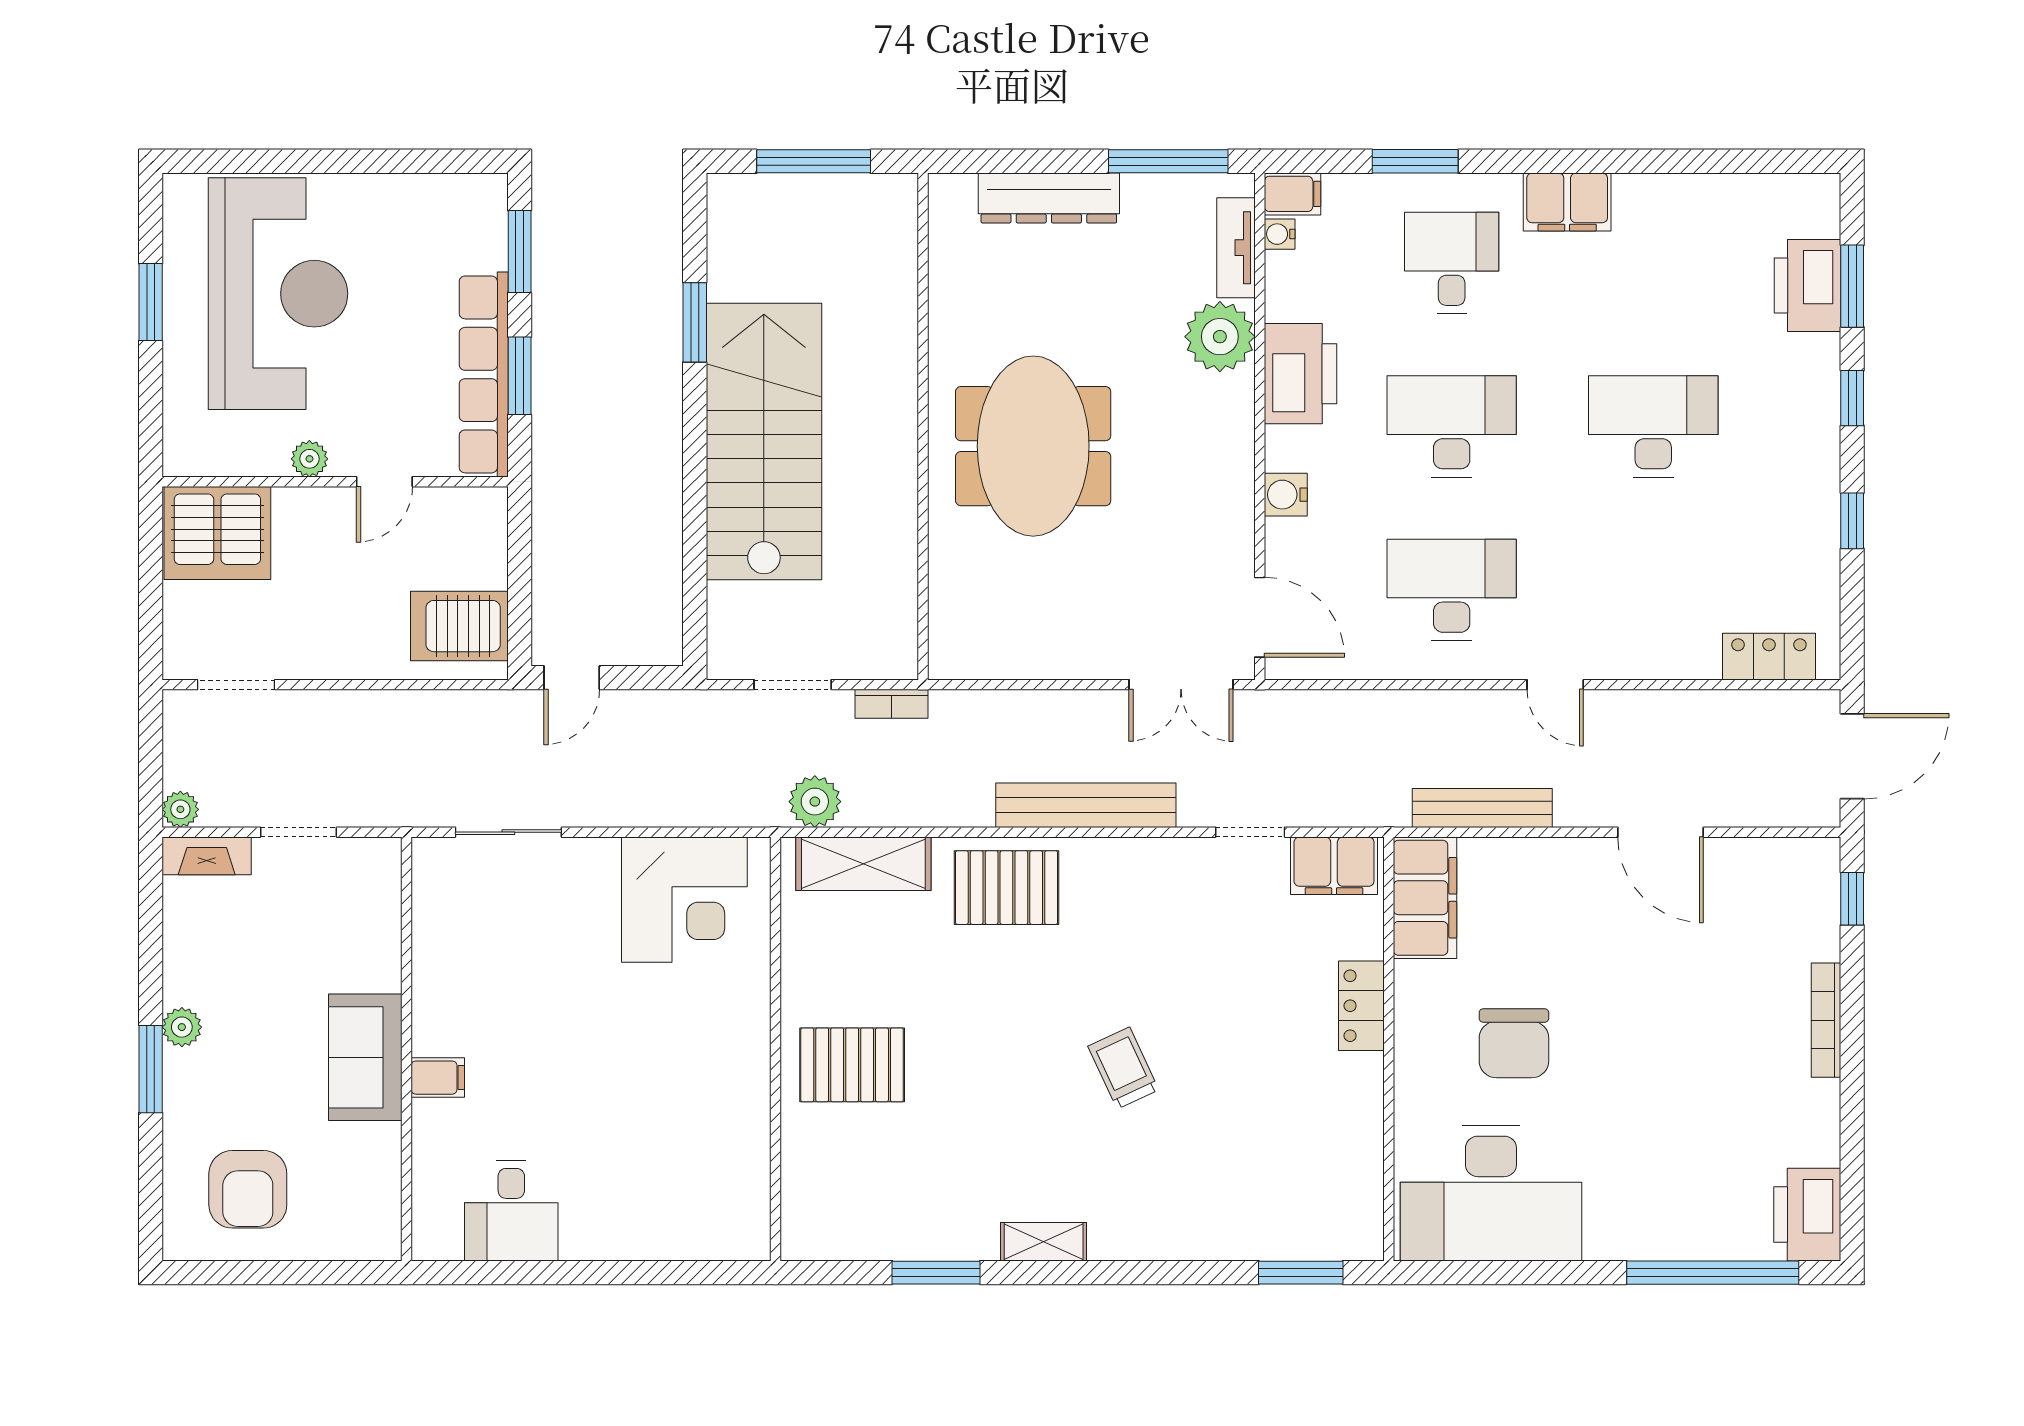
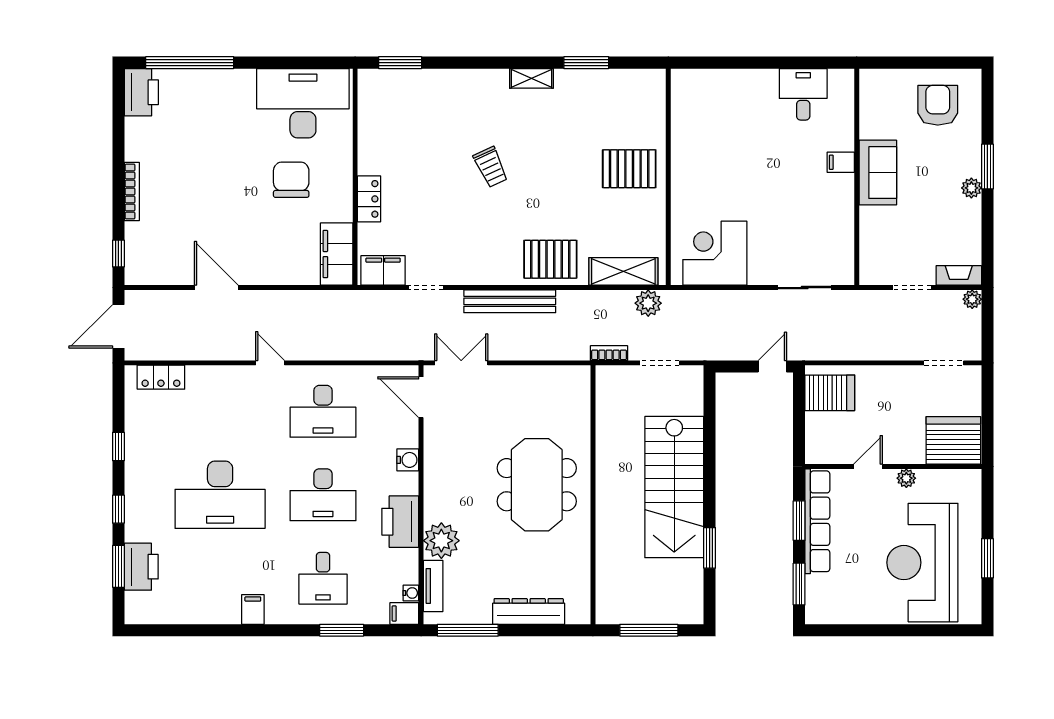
filing cabinet: (1567, 202) -> (253, 609), width x0.50
desk: (1653, 426) -> (220, 495), width x1.36, depth x1.30
bench: (1482, 808) -> (307, 300), removed

